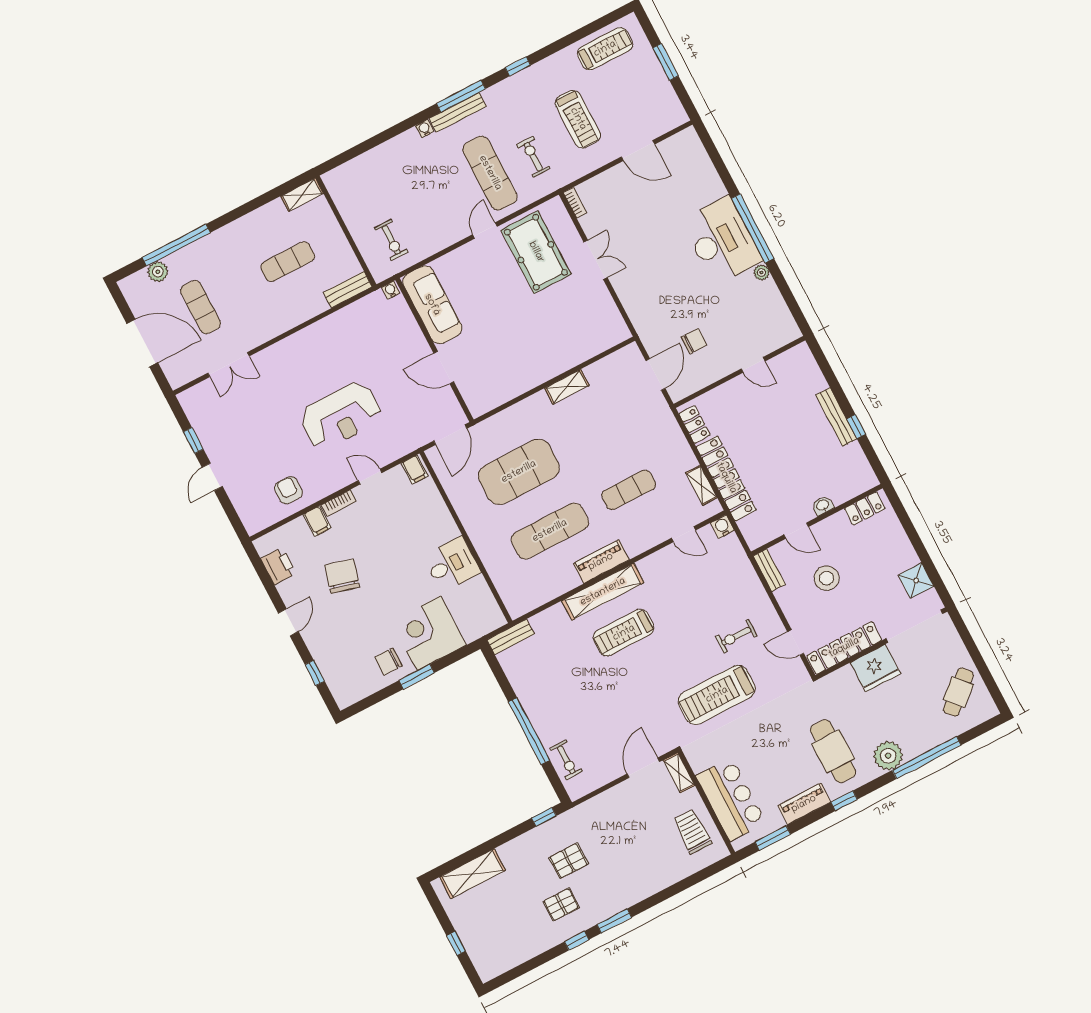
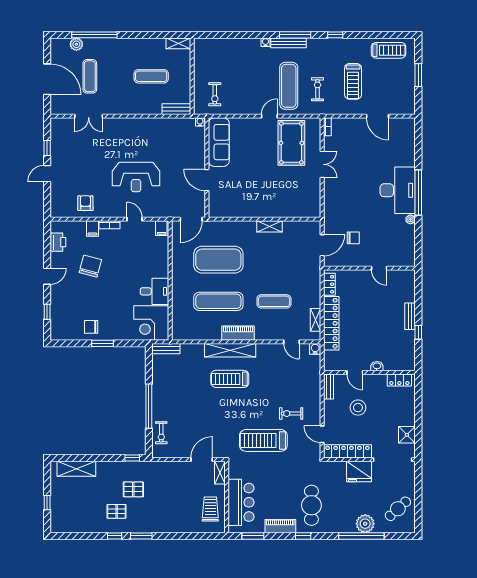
bench: (836, 417) -> (410, 316), width x0.73
corner desk: (429, 633) -> (151, 323), moved, turned -90
plant: (888, 756) -> (365, 524), moved

